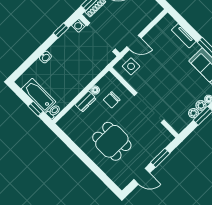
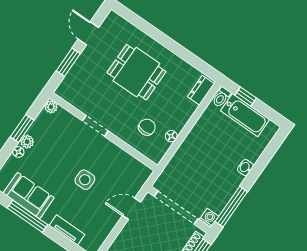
window: (61, 30) -> (231, 207), width x2.17
side table: (131, 66) -> (85, 180), moved
dresser: (85, 101) -> (201, 90), moved
doorway: (149, 108) -> (95, 126), width x0.53
plant: (193, 113) -> (51, 107), moved
door: (142, 176) -> (88, 33), hinge flipped

